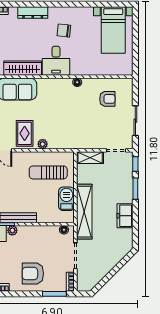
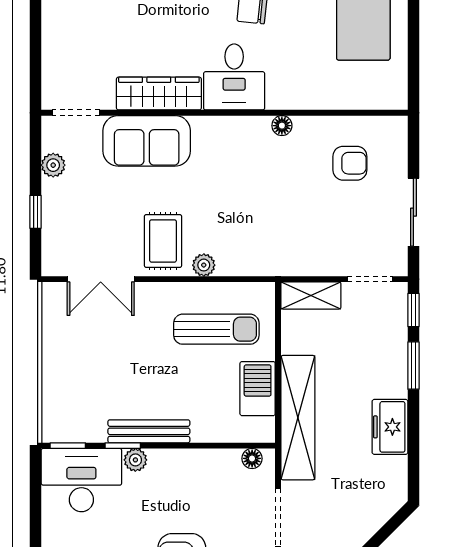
sun lounger: (48, 172) -> (216, 329), turned 180

